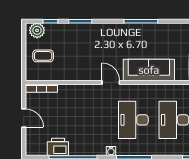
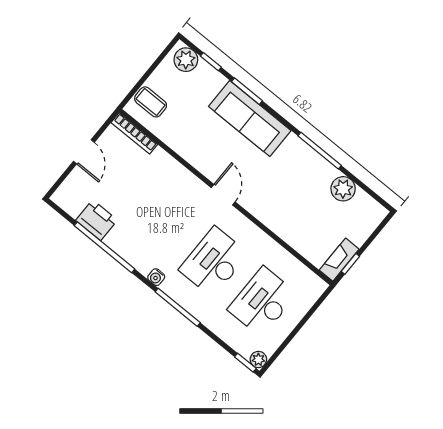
plant: (168, 31) -> (343, 189), added
coffee table: (43, 56) -> (151, 102), moved
sofa: (149, 70) -> (250, 118), moved, turned 180

